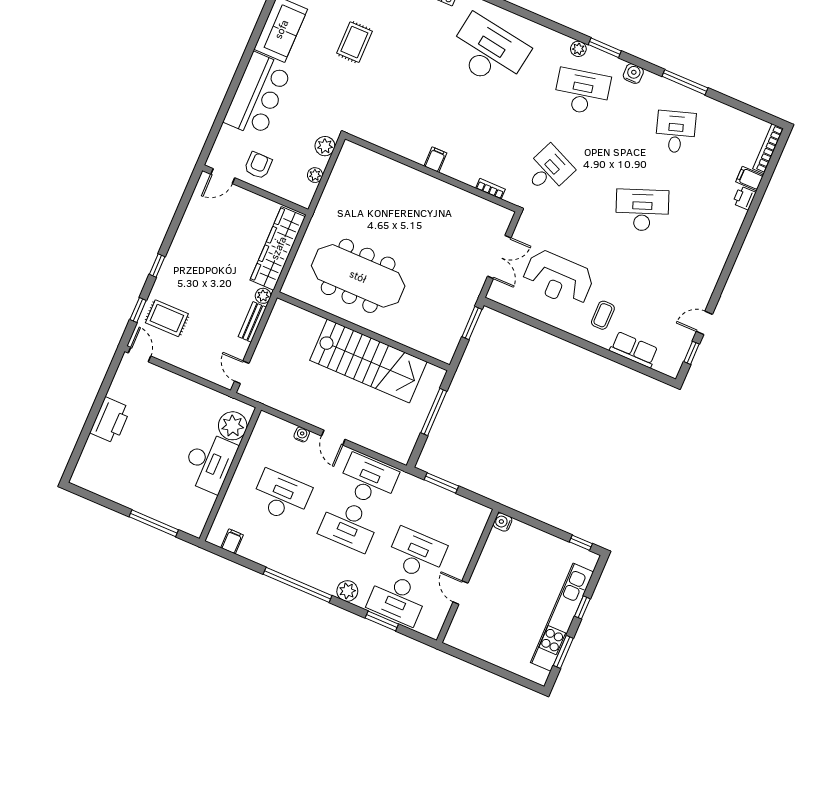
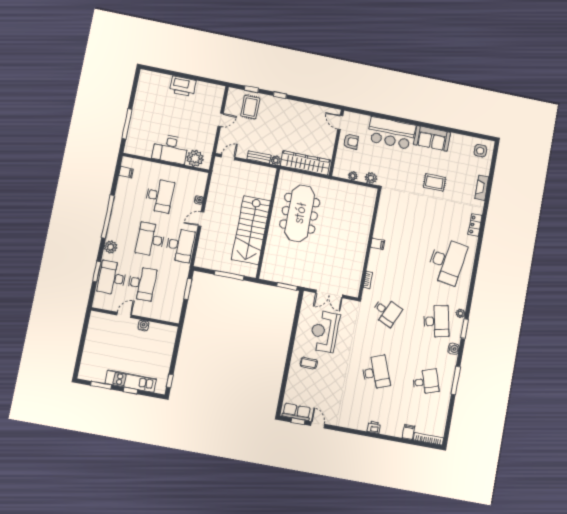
printer: (744, 198) -> (374, 427), moved
row of seats: (634, 350) -> (297, 412), moved, turned -90
door: (140, 355) -> (221, 120), moved
water cooler: (503, 522) -> (143, 325), moved
kitchen unit: (562, 617) -> (131, 381), width x0.73

